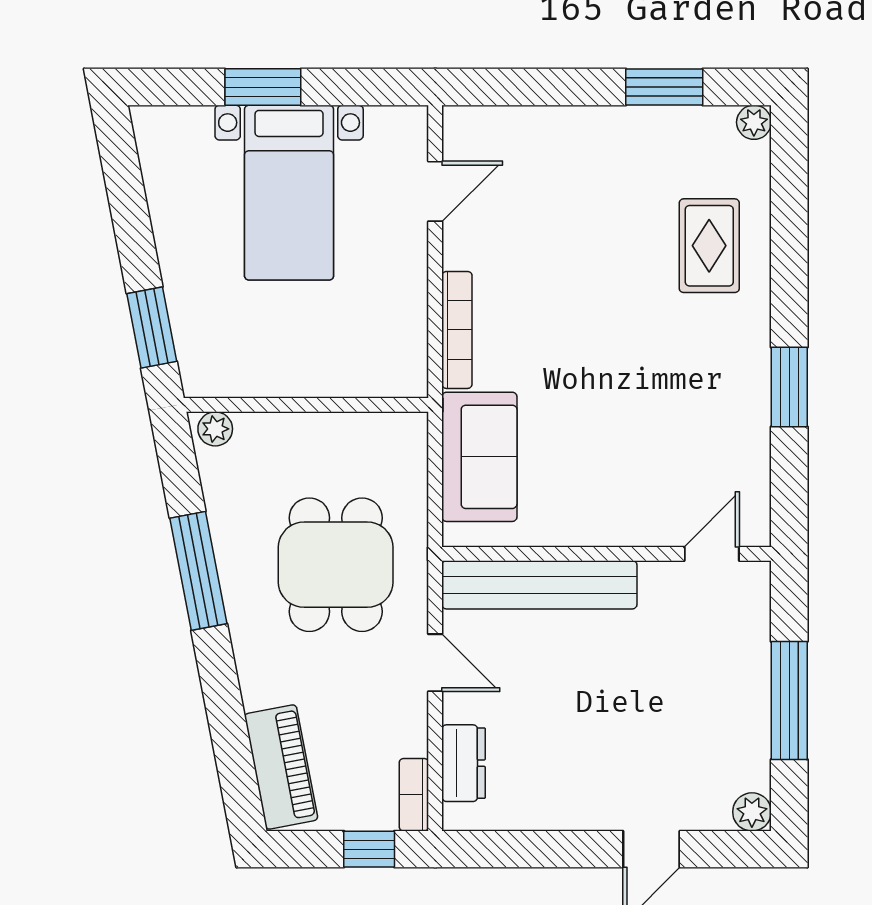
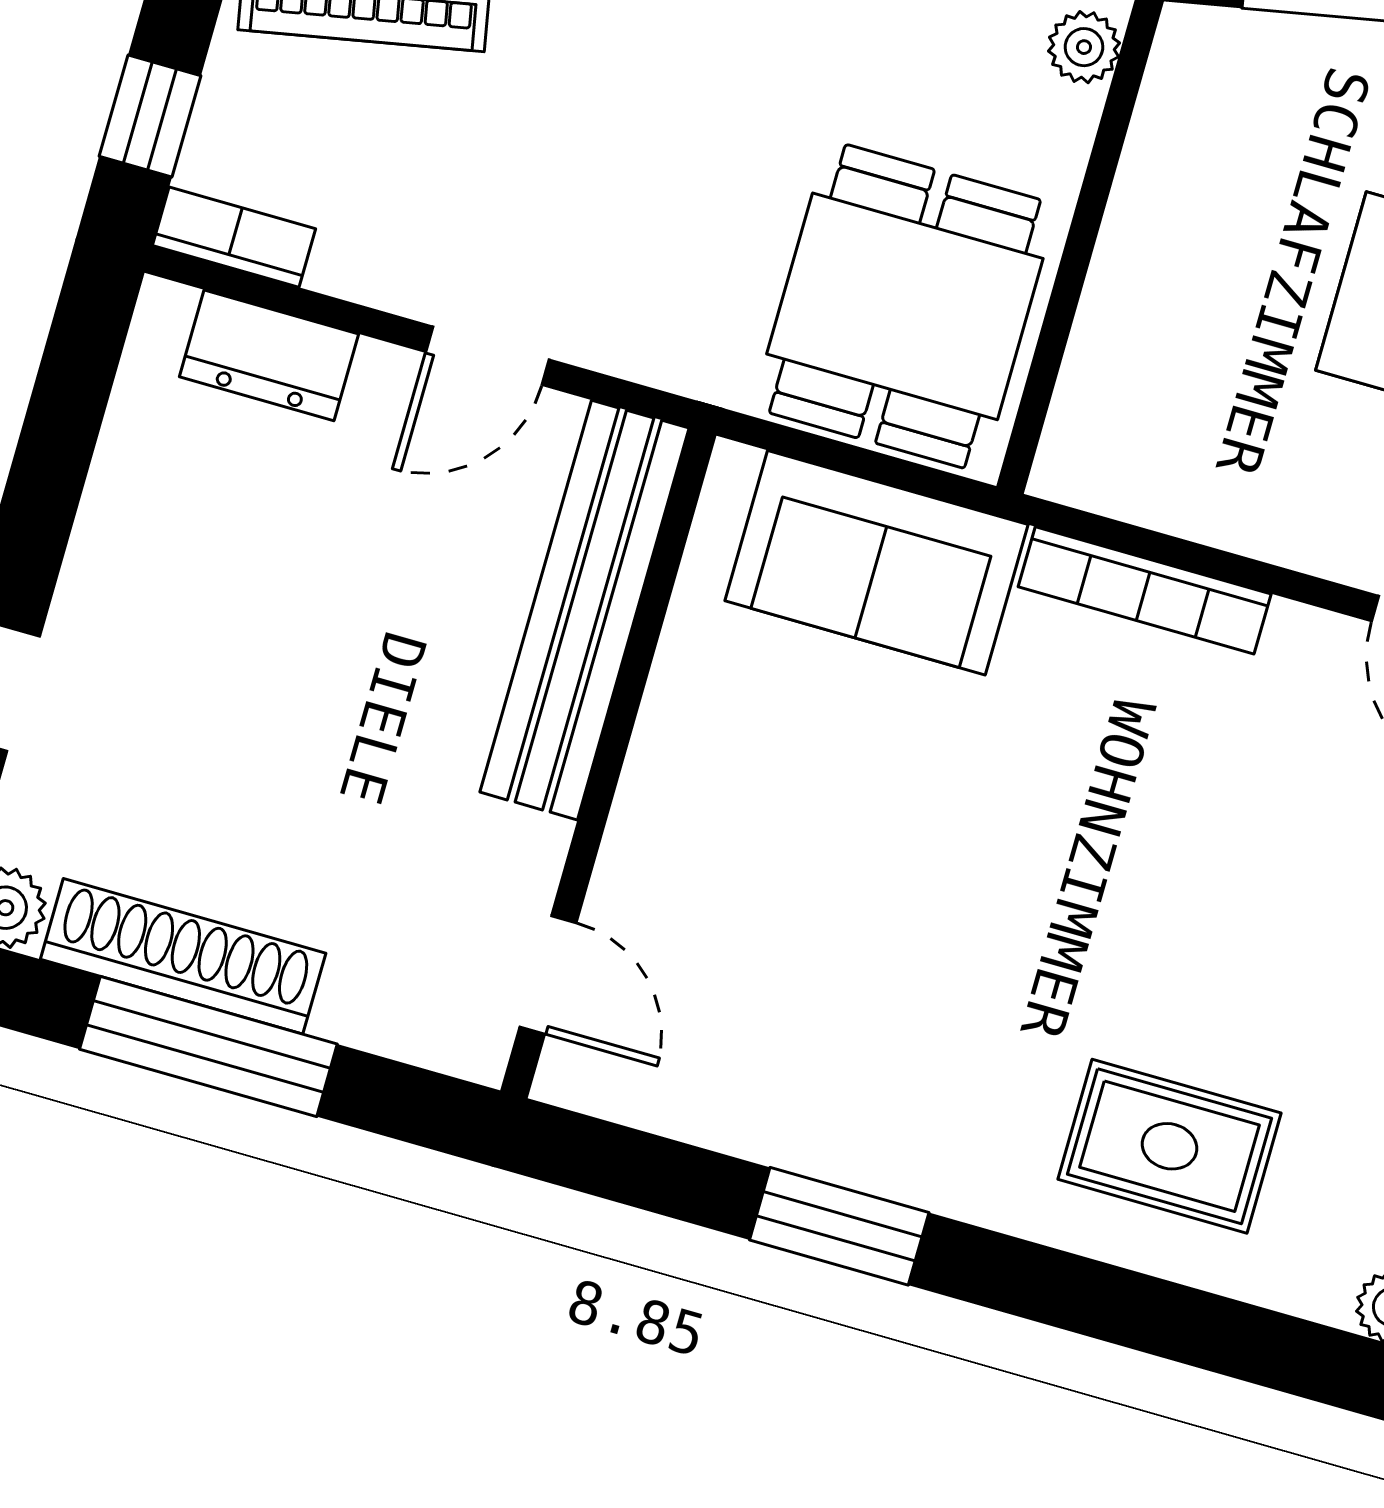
dining table: (336, 565) -> (905, 306), moved, turned 90
shoe rack: (751, 724) -> (183, 956), added

